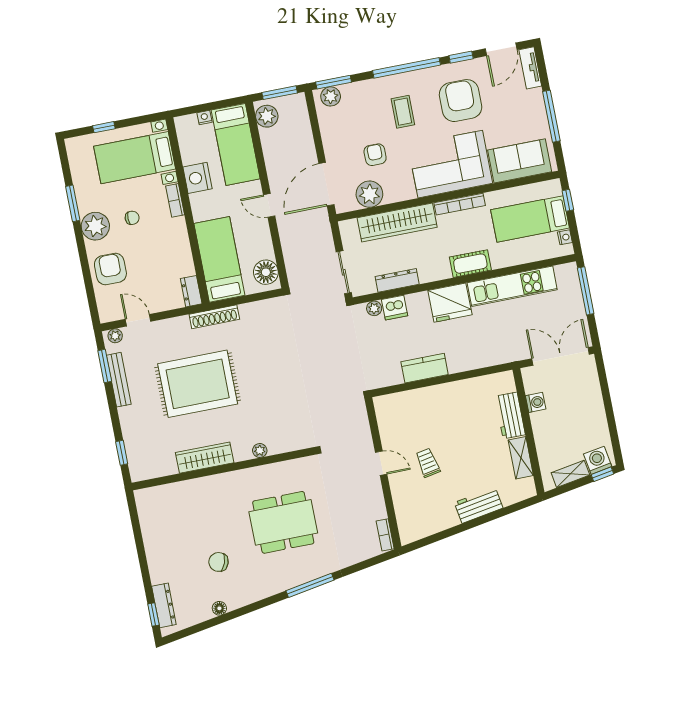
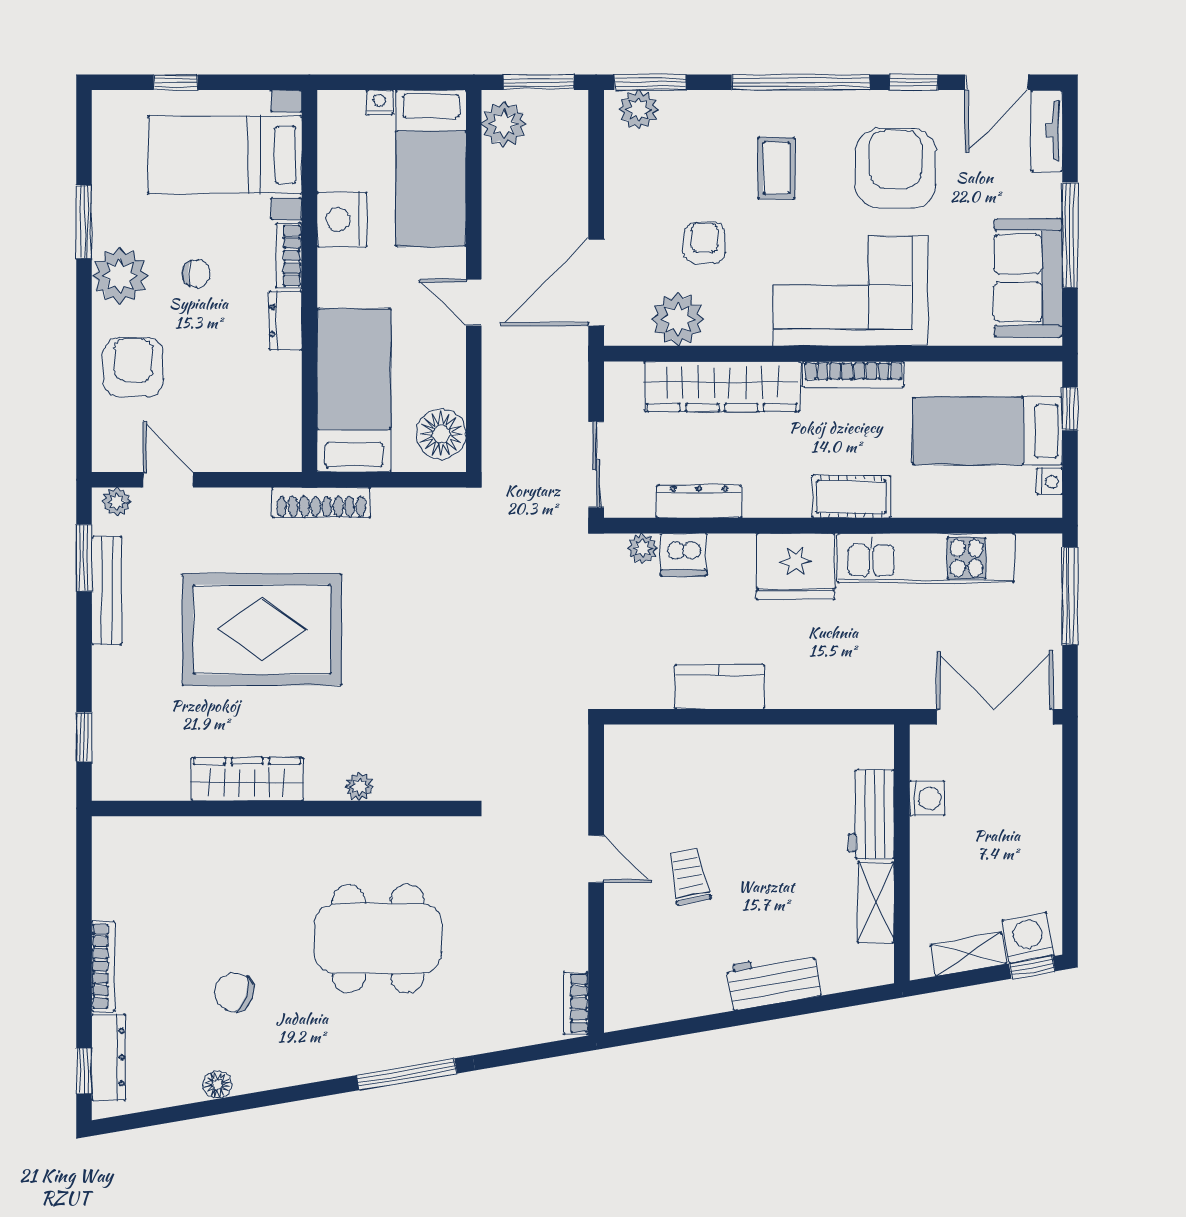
sofa: (520, 161) -> (1028, 278), moved, turned -90
dresser: (191, 291) -> (285, 321), moved
bookcase: (153, 562) -> (103, 966), added

